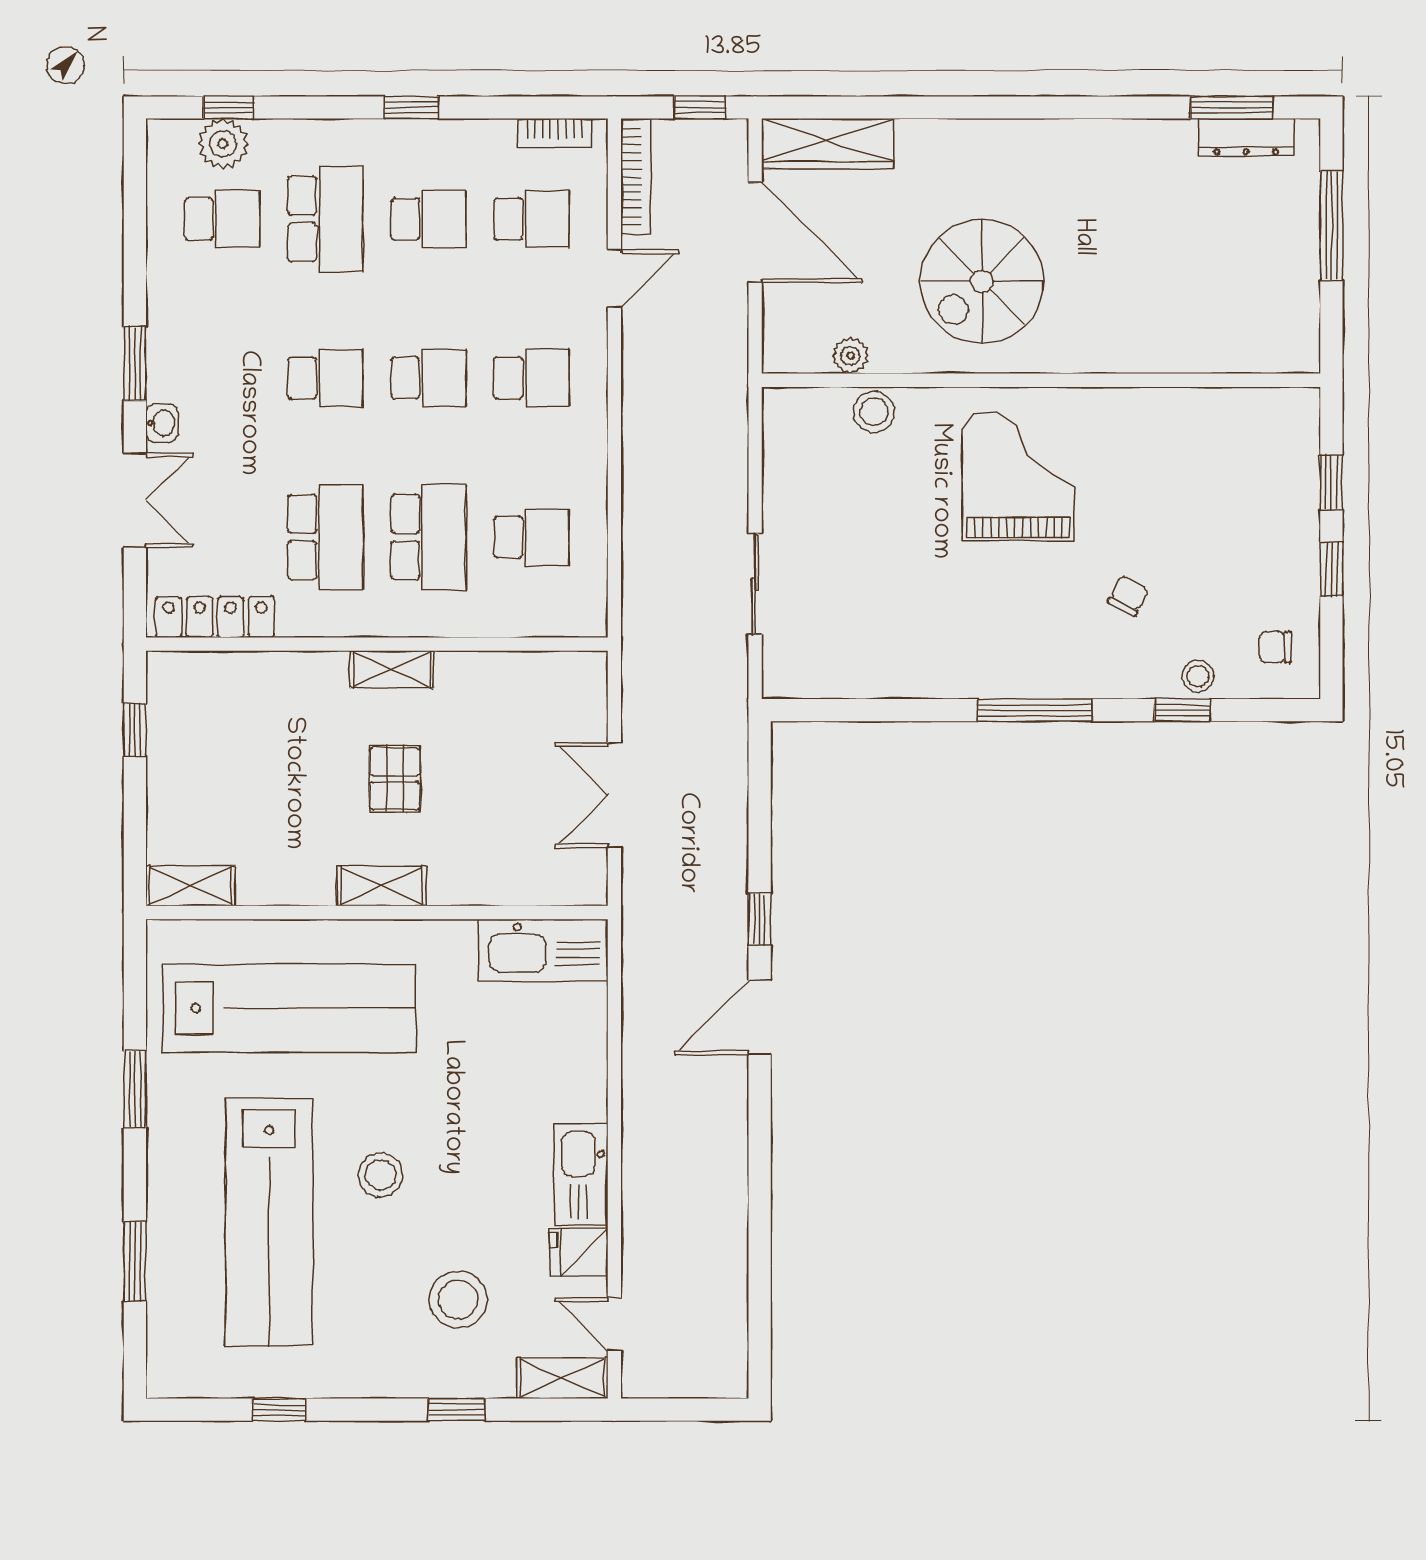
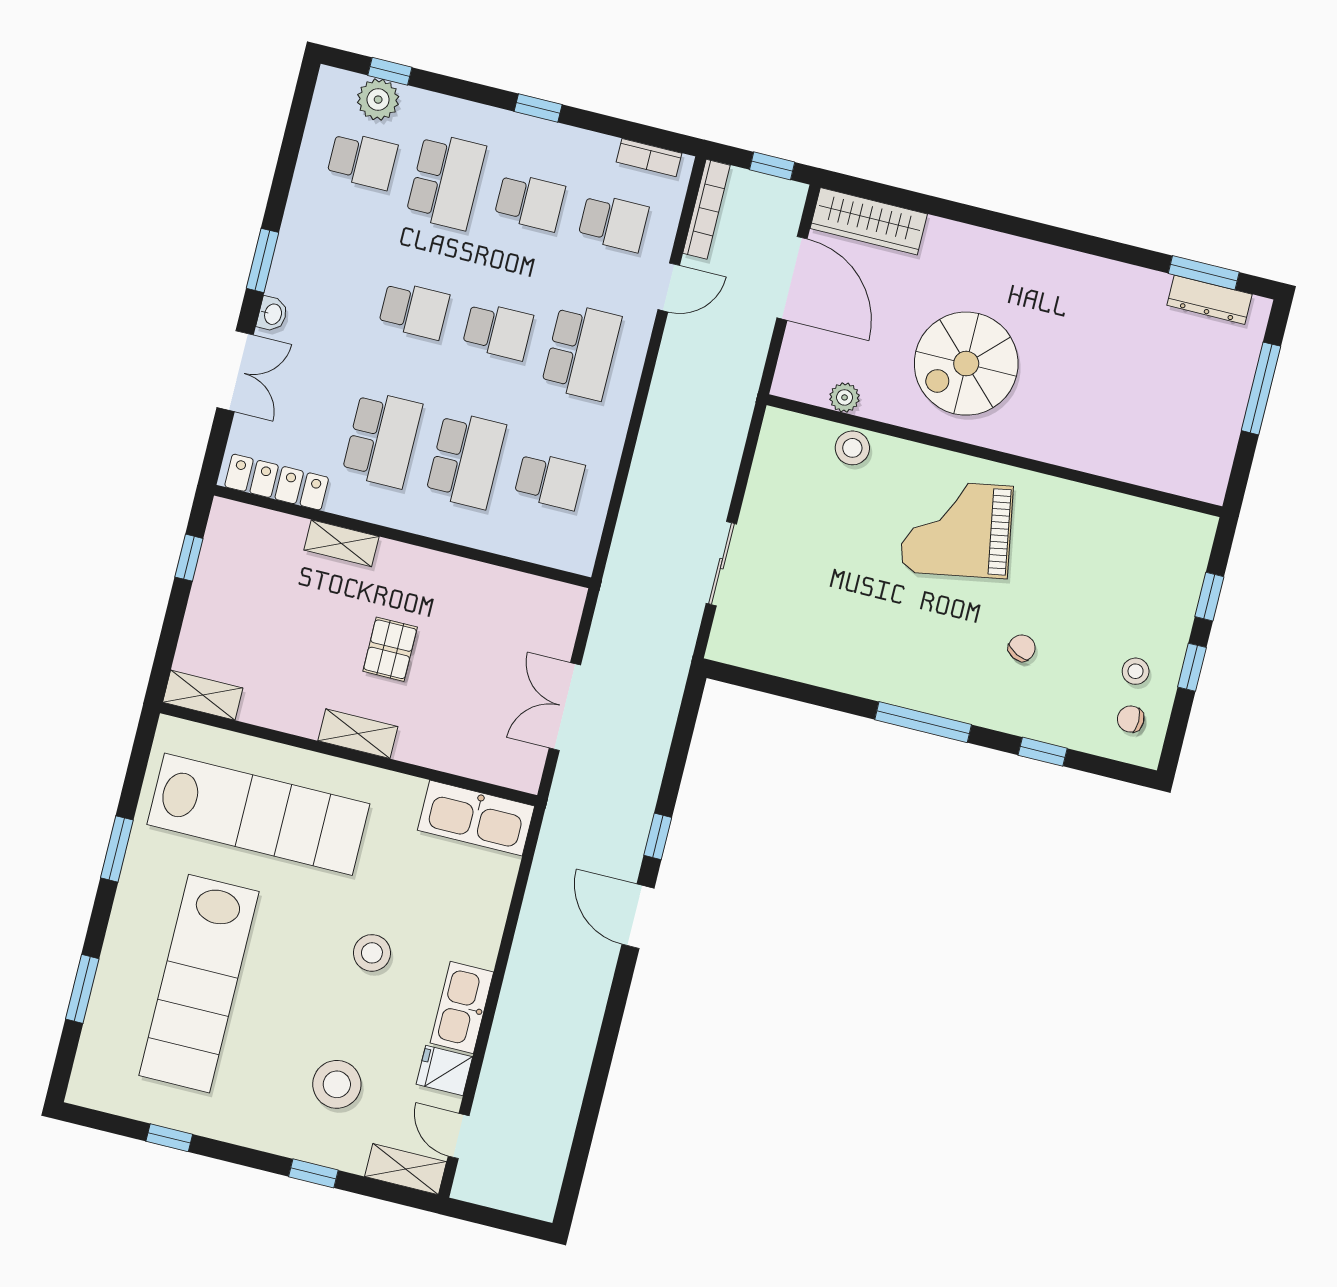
school desk: (532, 378) -> (581, 352), width x1.85
grand piano: (1018, 476) -> (957, 529), turned -100
shelving: (392, 670) -> (341, 543), moved
stool: (1198, 676) -> (1136, 671), moved
door: (760, 1018) -> (638, 916), hinge flipped
stool: (380, 1175) -> (372, 953), moved

